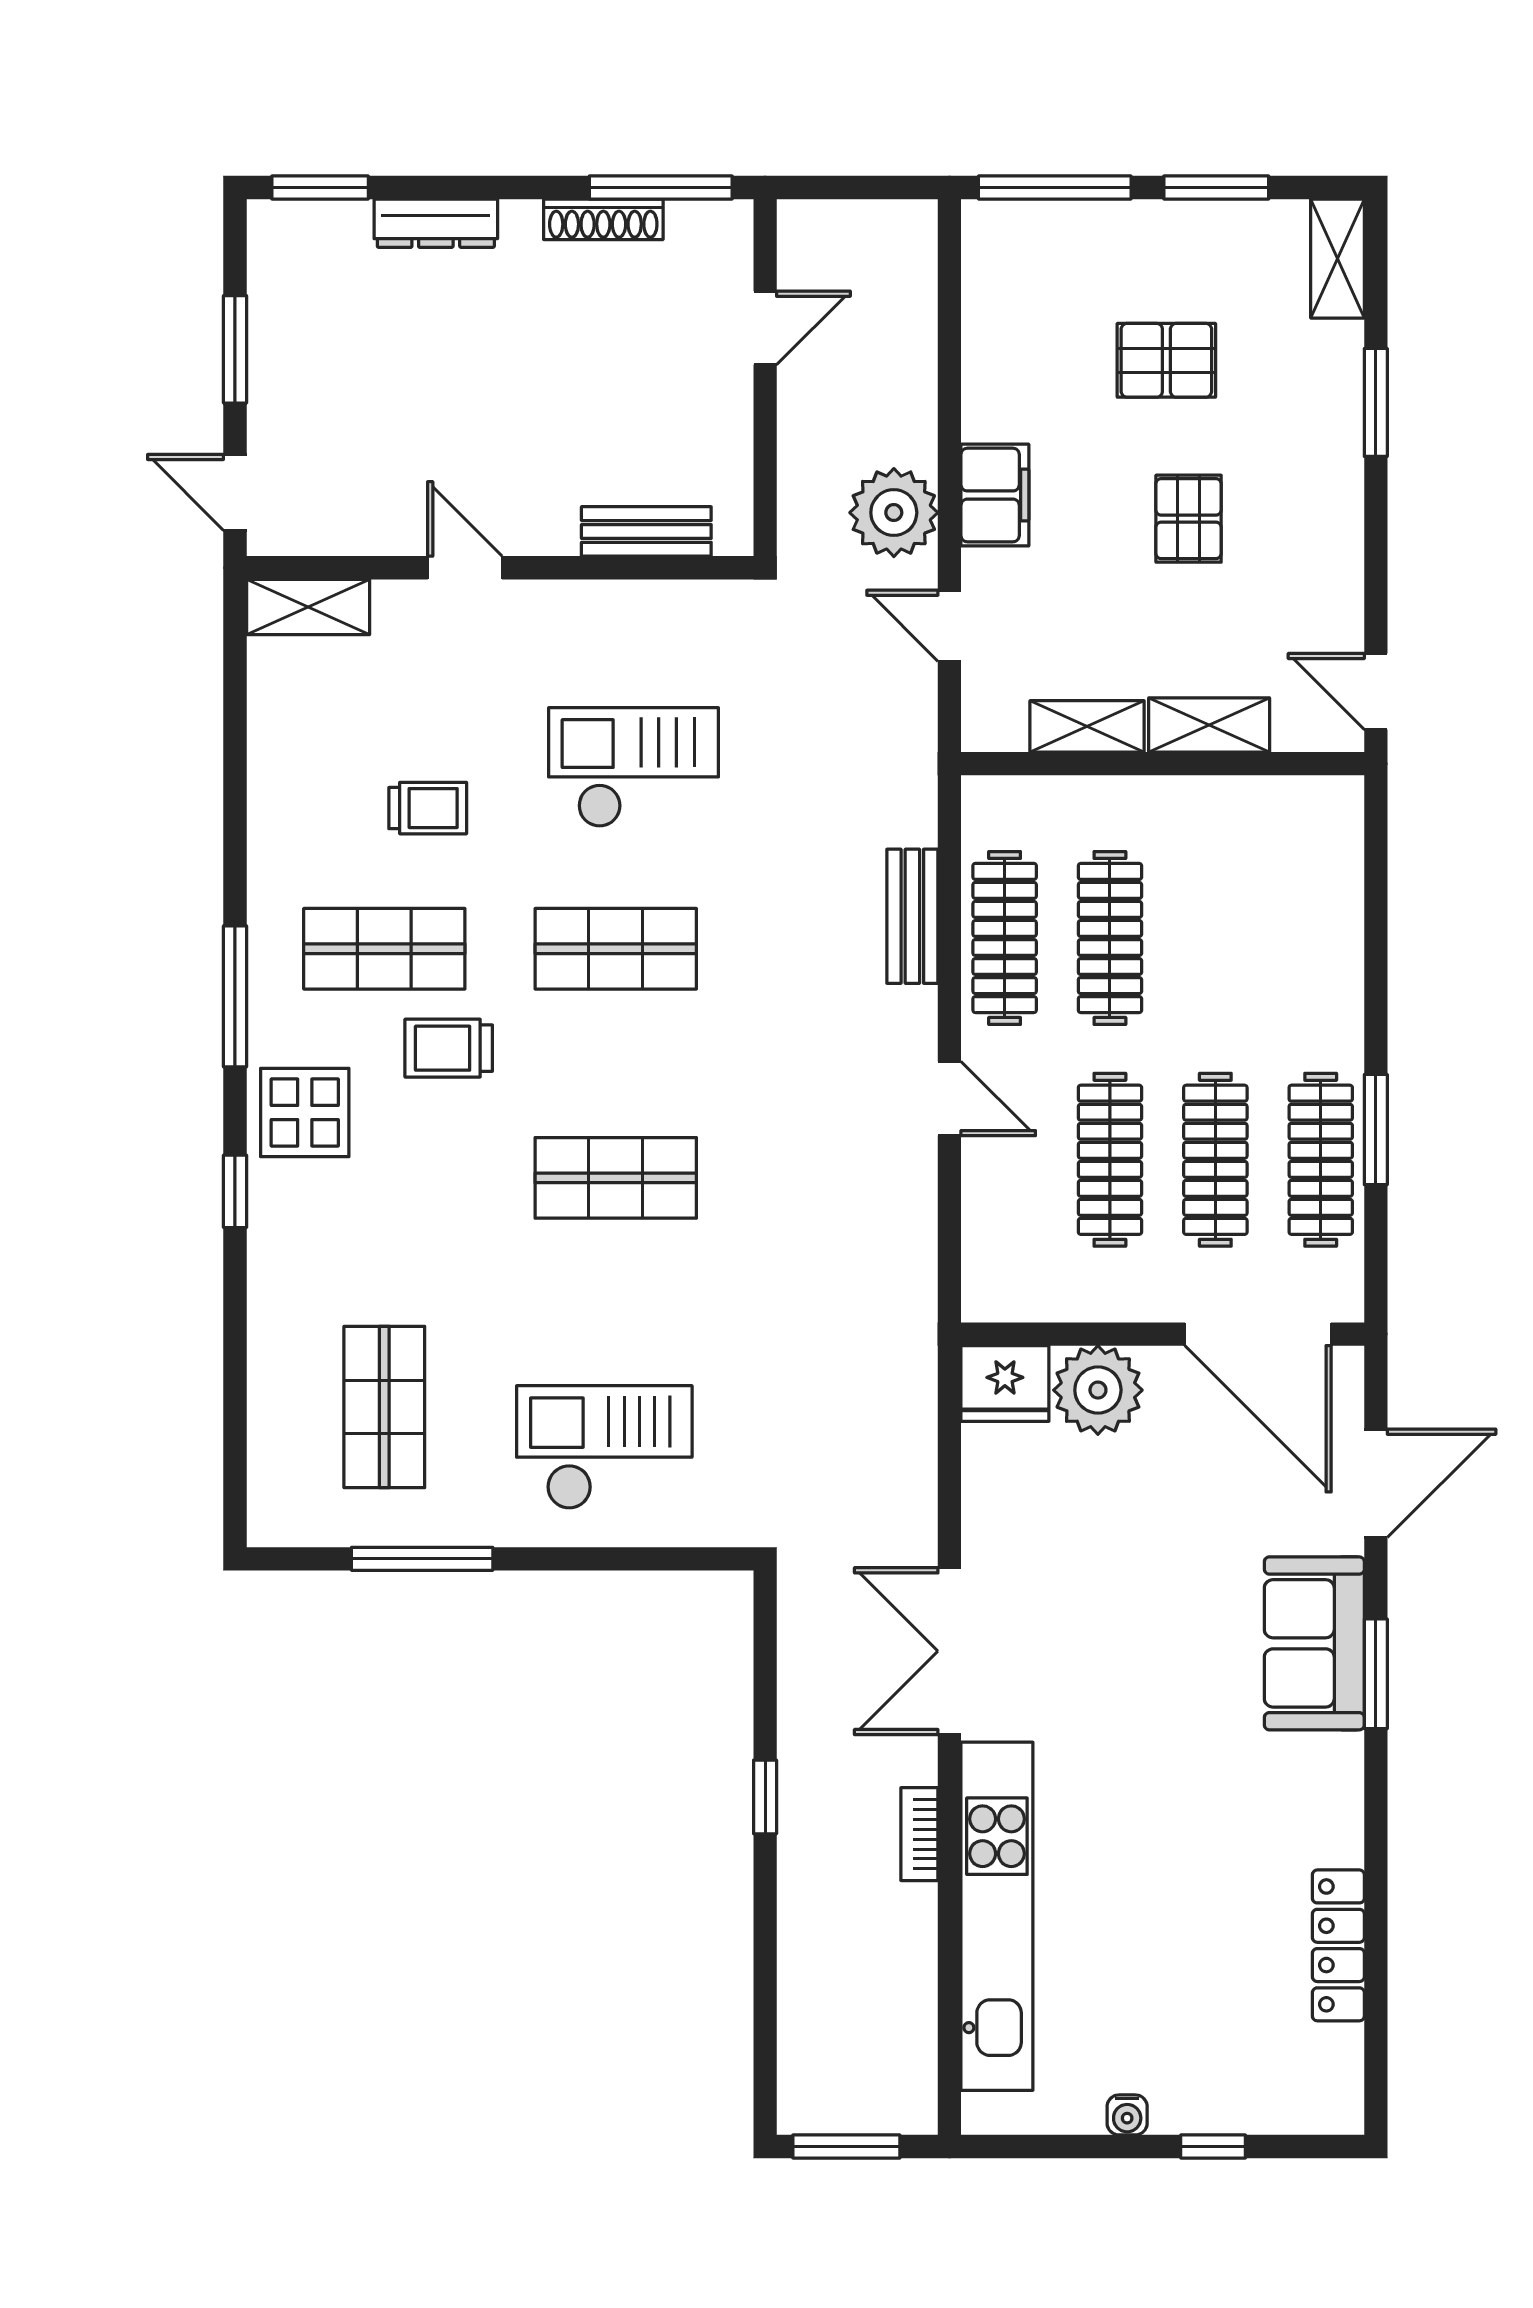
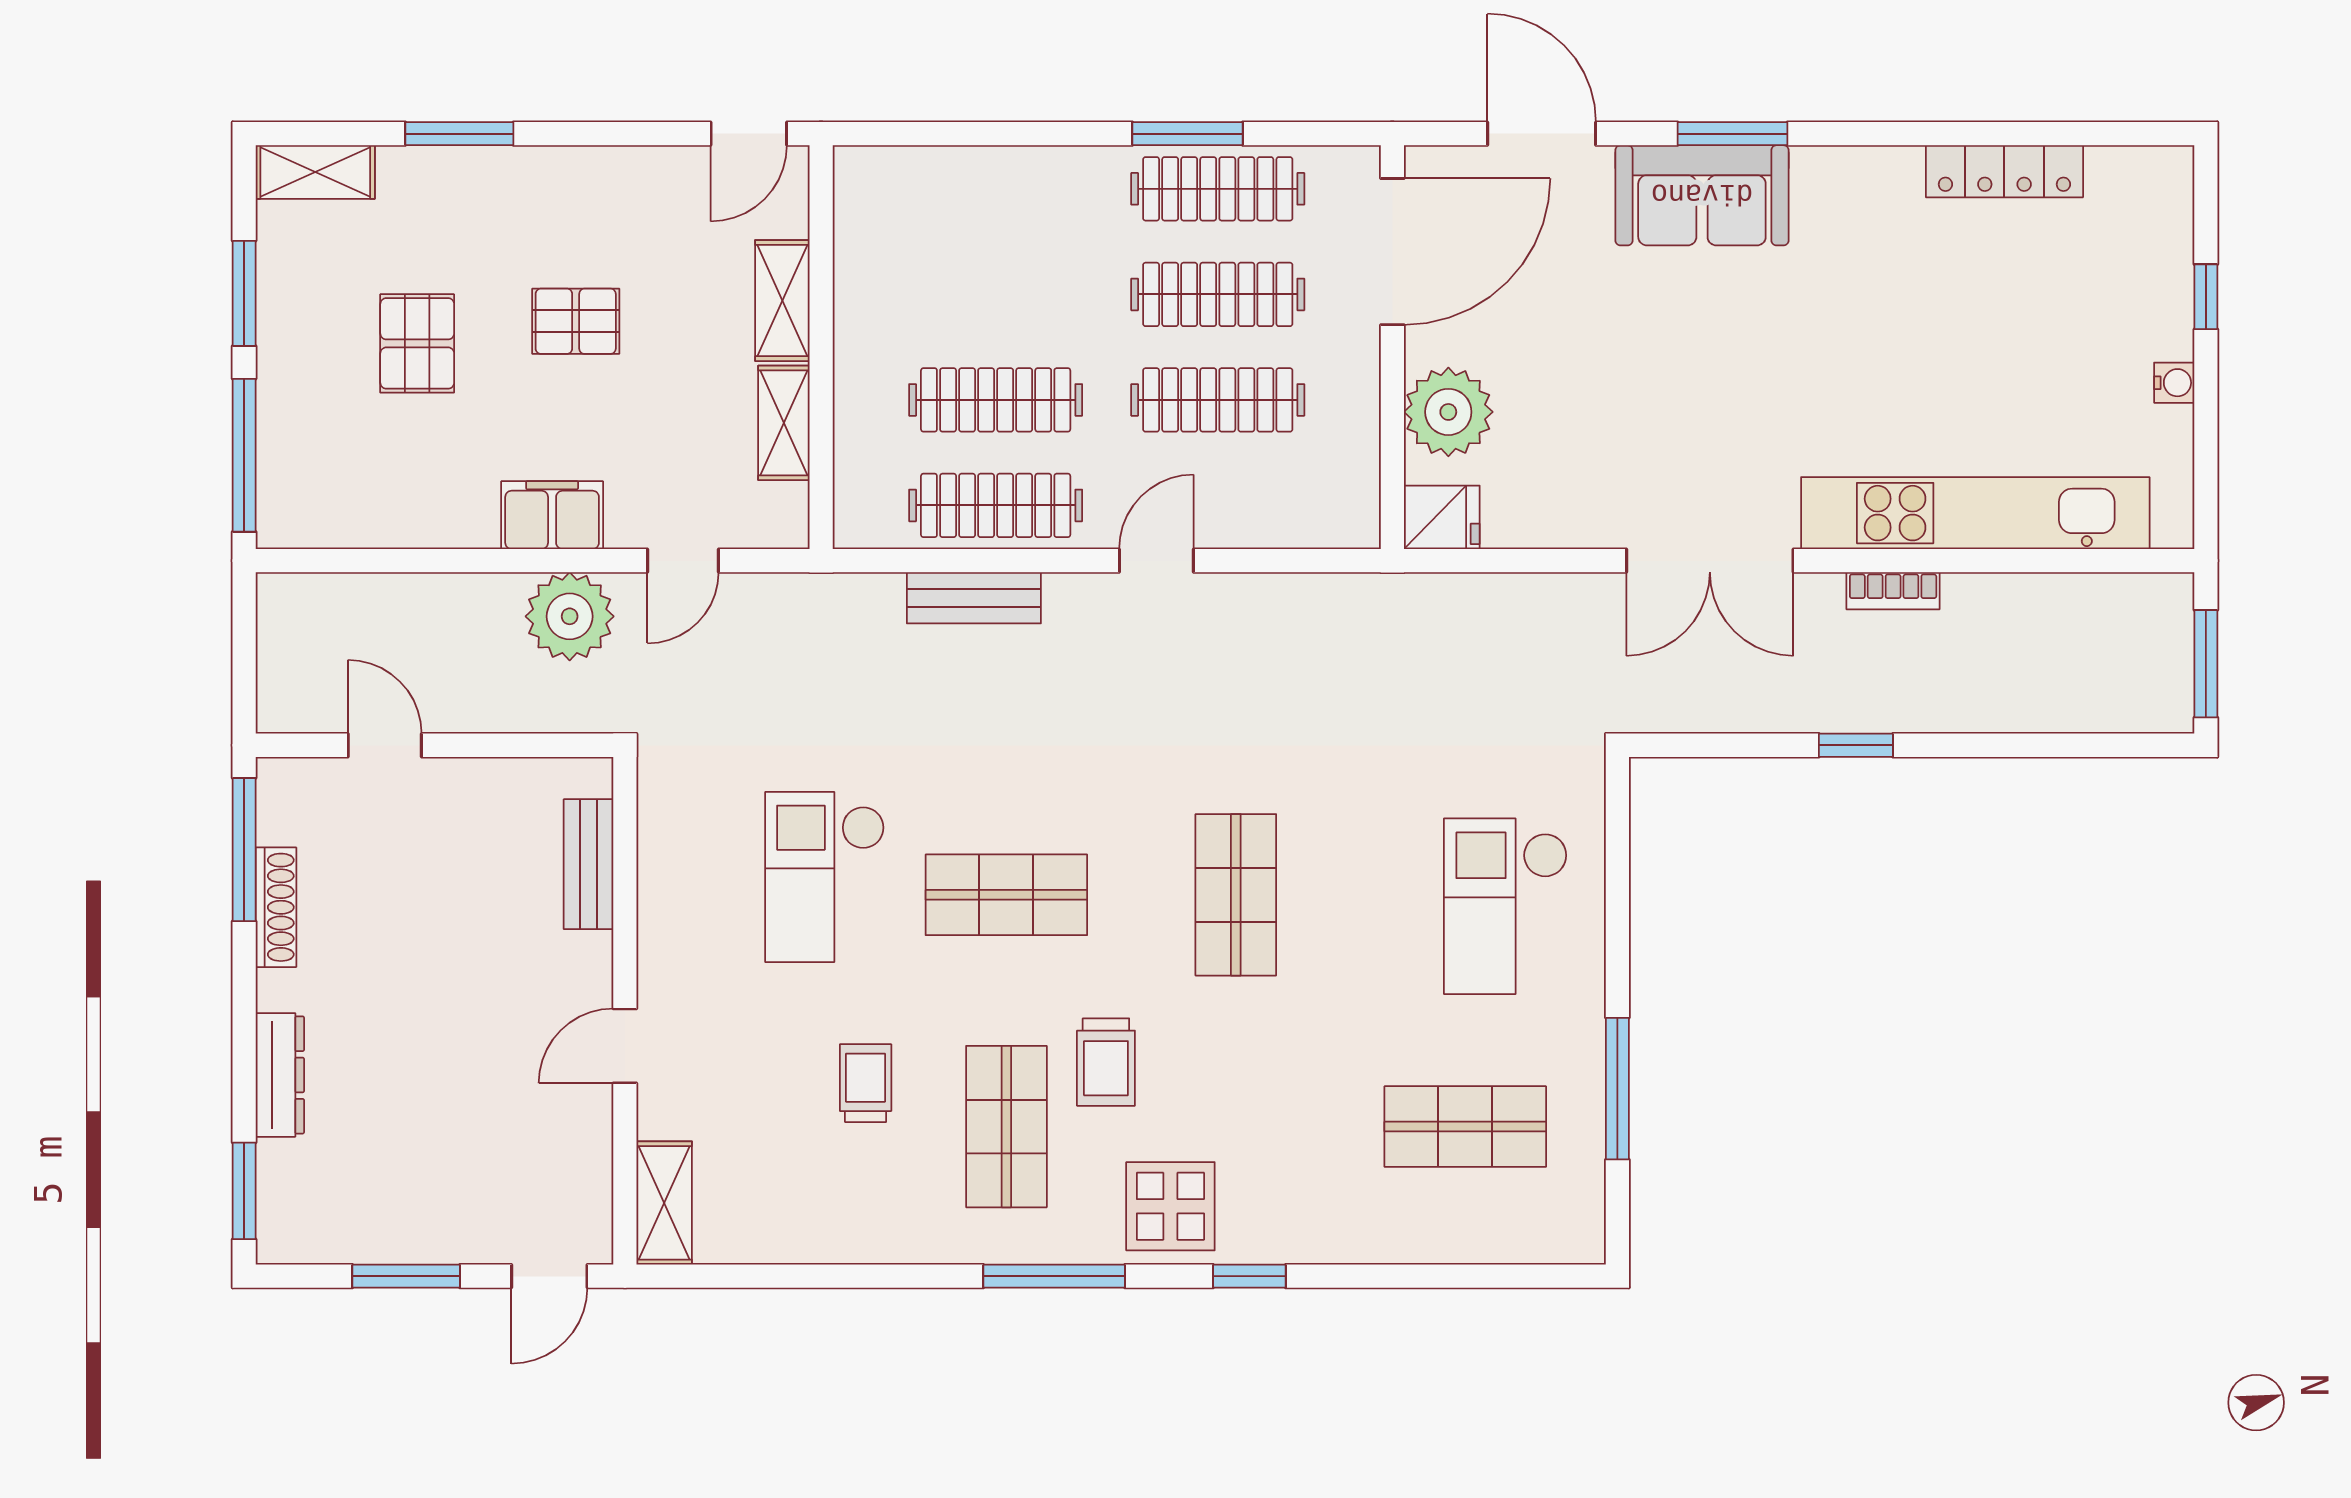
shop shelf: (616, 949) -> (1006, 895), turned 90
fridge: (1005, 1383) -> (1442, 517), width x0.72

